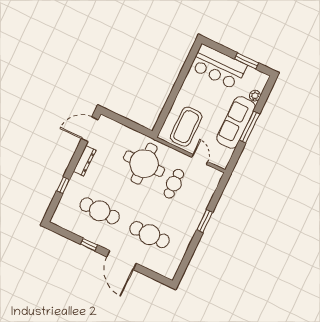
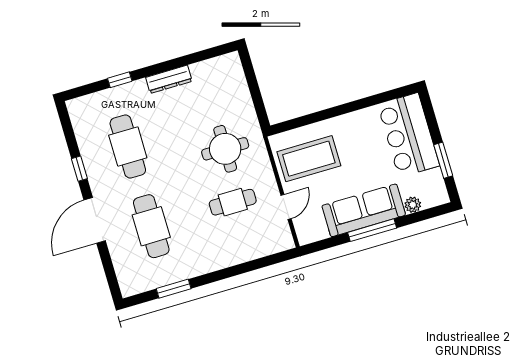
door: (90, 129) -> (209, 53), removed
round table: (144, 164) -> (225, 149), width x0.73, depth x0.73
window: (205, 221) -> (174, 289), moved

